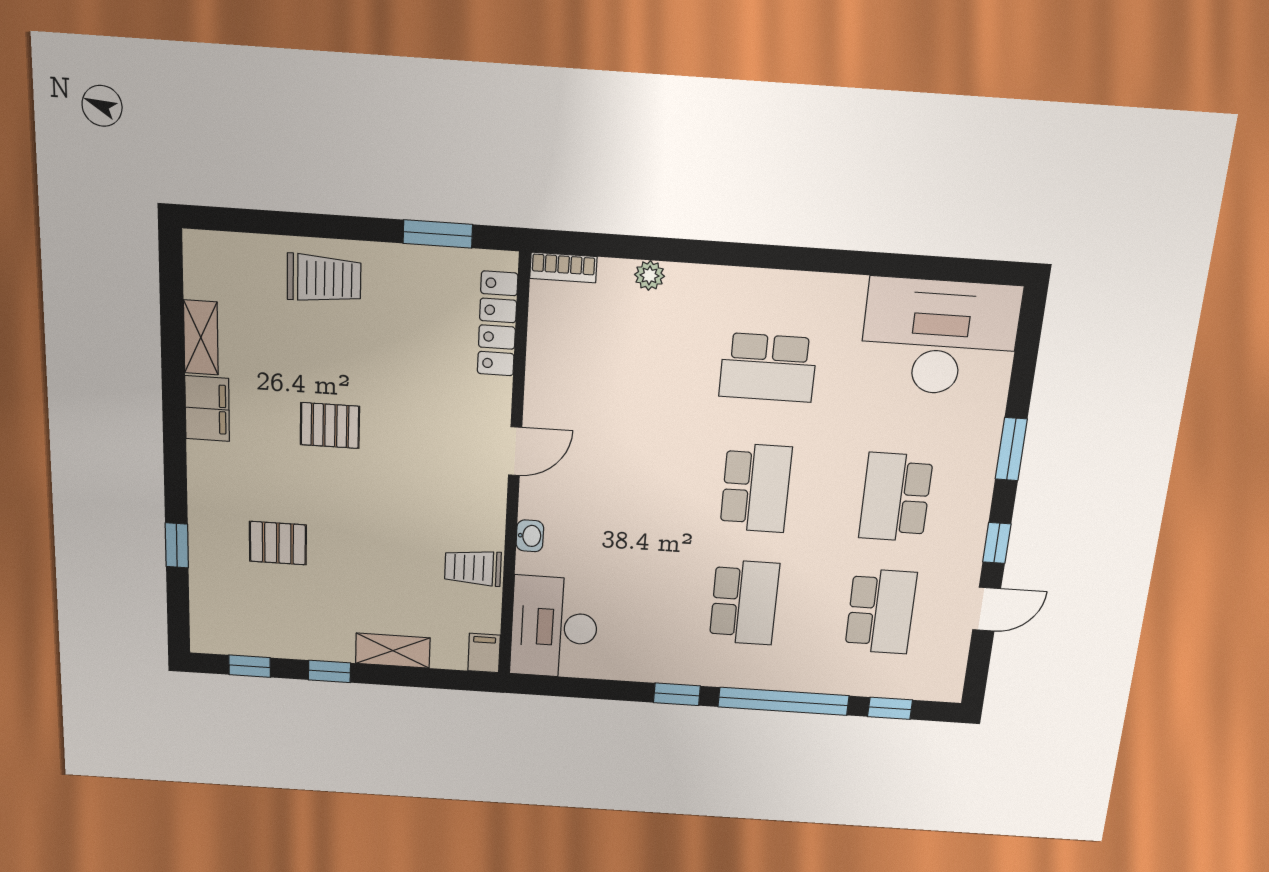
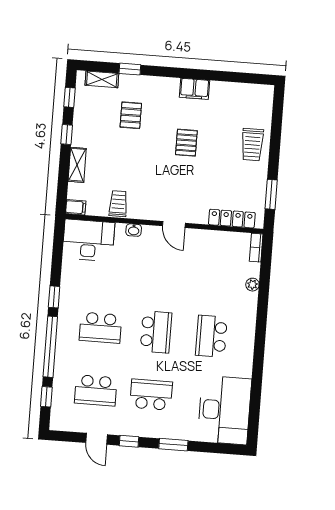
shelving: (201, 337) -> (102, 79), moved
school desk: (756, 488) -> (156, 332), turned -90

